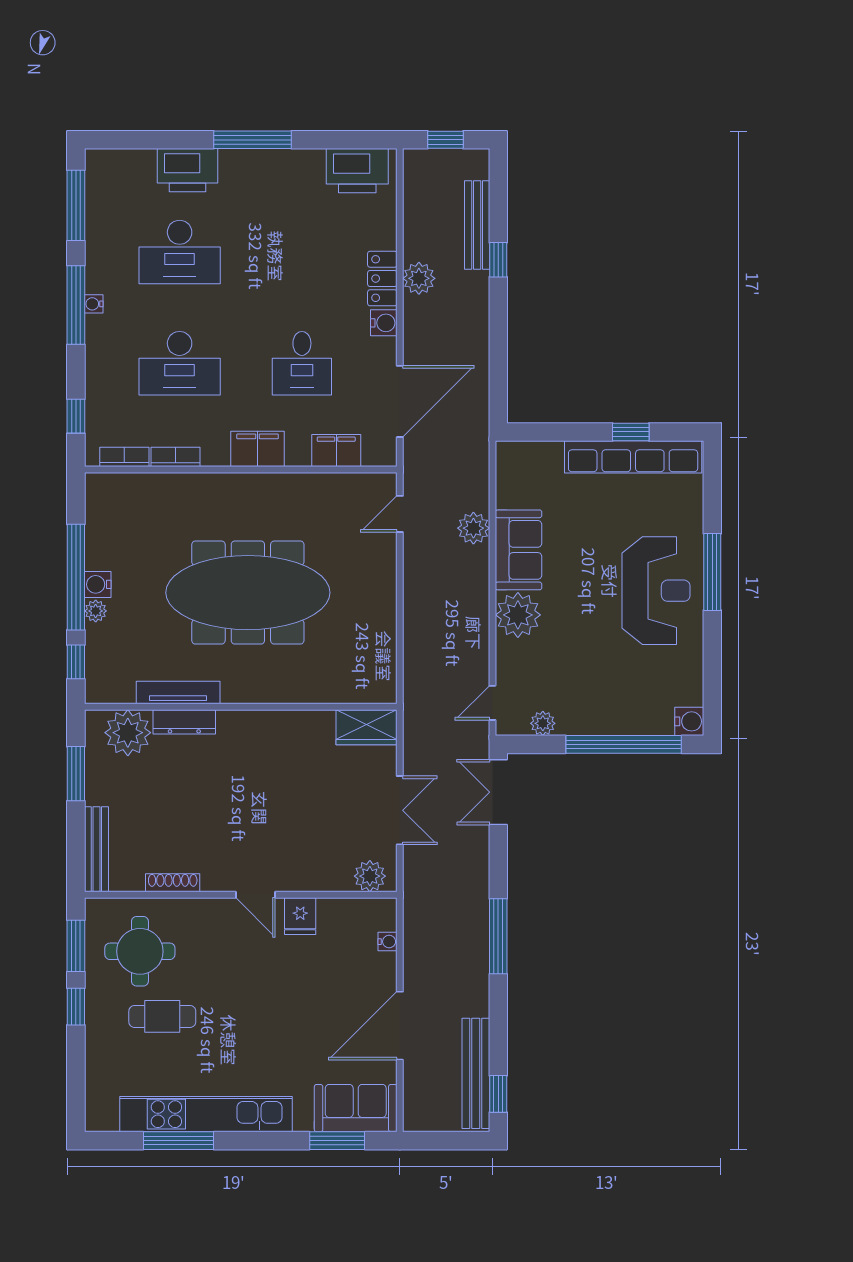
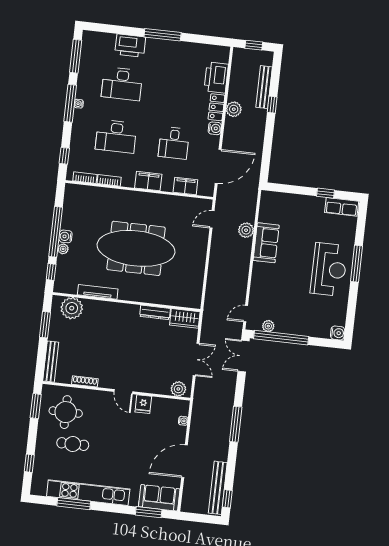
printer: (357, 171) -> (216, 77), moved, turned 90
row of seats: (633, 457) -> (342, 207), width x0.50
plant: (518, 615) -> (262, 273), removed
dresser: (184, 722) -> (155, 312), moved
window: (624, 744) -> (281, 338), moved
window: (76, 1007) -> (29, 463), moved

